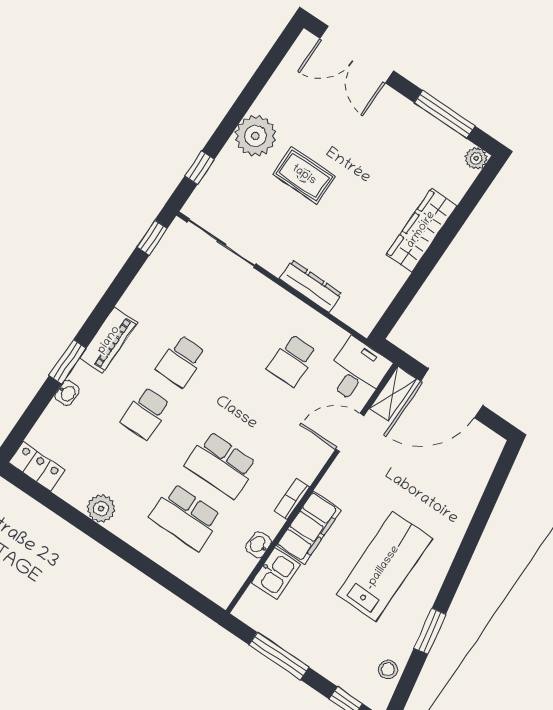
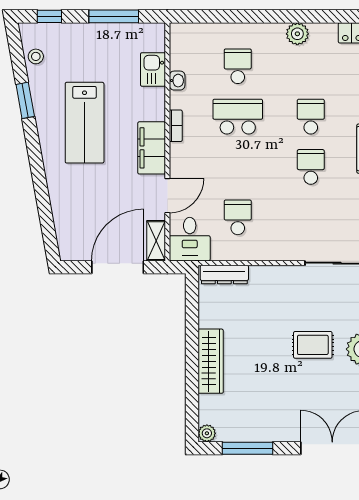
dresser: (311, 286) -> (224, 275), moved
school desk: (186, 517) -> (238, 66), width x0.54
filing cabinet: (309, 528) -> (152, 148), moved

